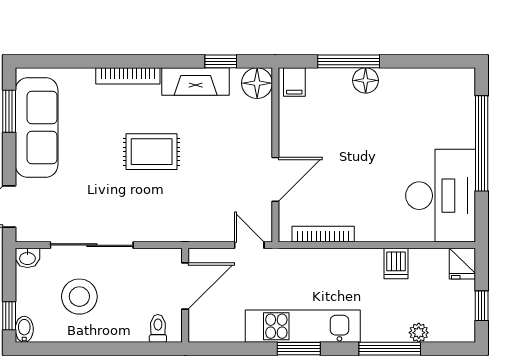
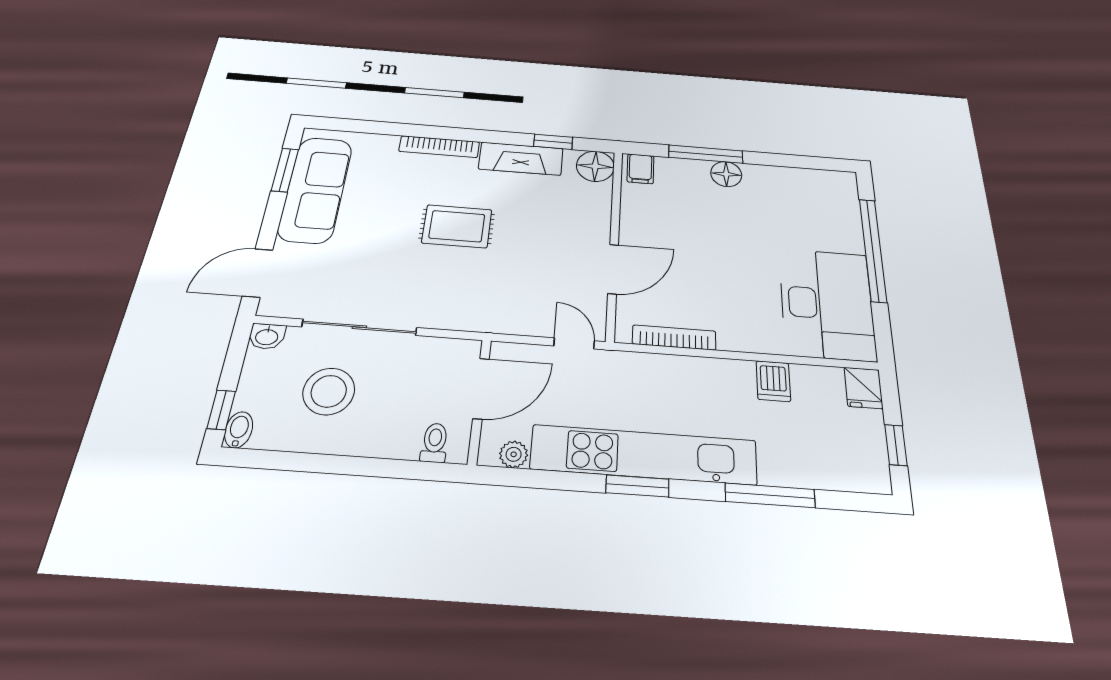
kitchen unit: (303, 326) -> (644, 455), width x1.36
plant: (419, 333) -> (514, 454), moved

